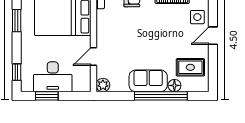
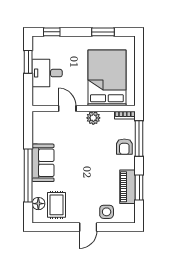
door: (213, 36) -> (88, 227), swing flipped
desk: (53, 77) -> (47, 73), width x0.73
plant: (103, 85) -> (93, 118), moved
floor lamp: (174, 85) -> (38, 204), moved

